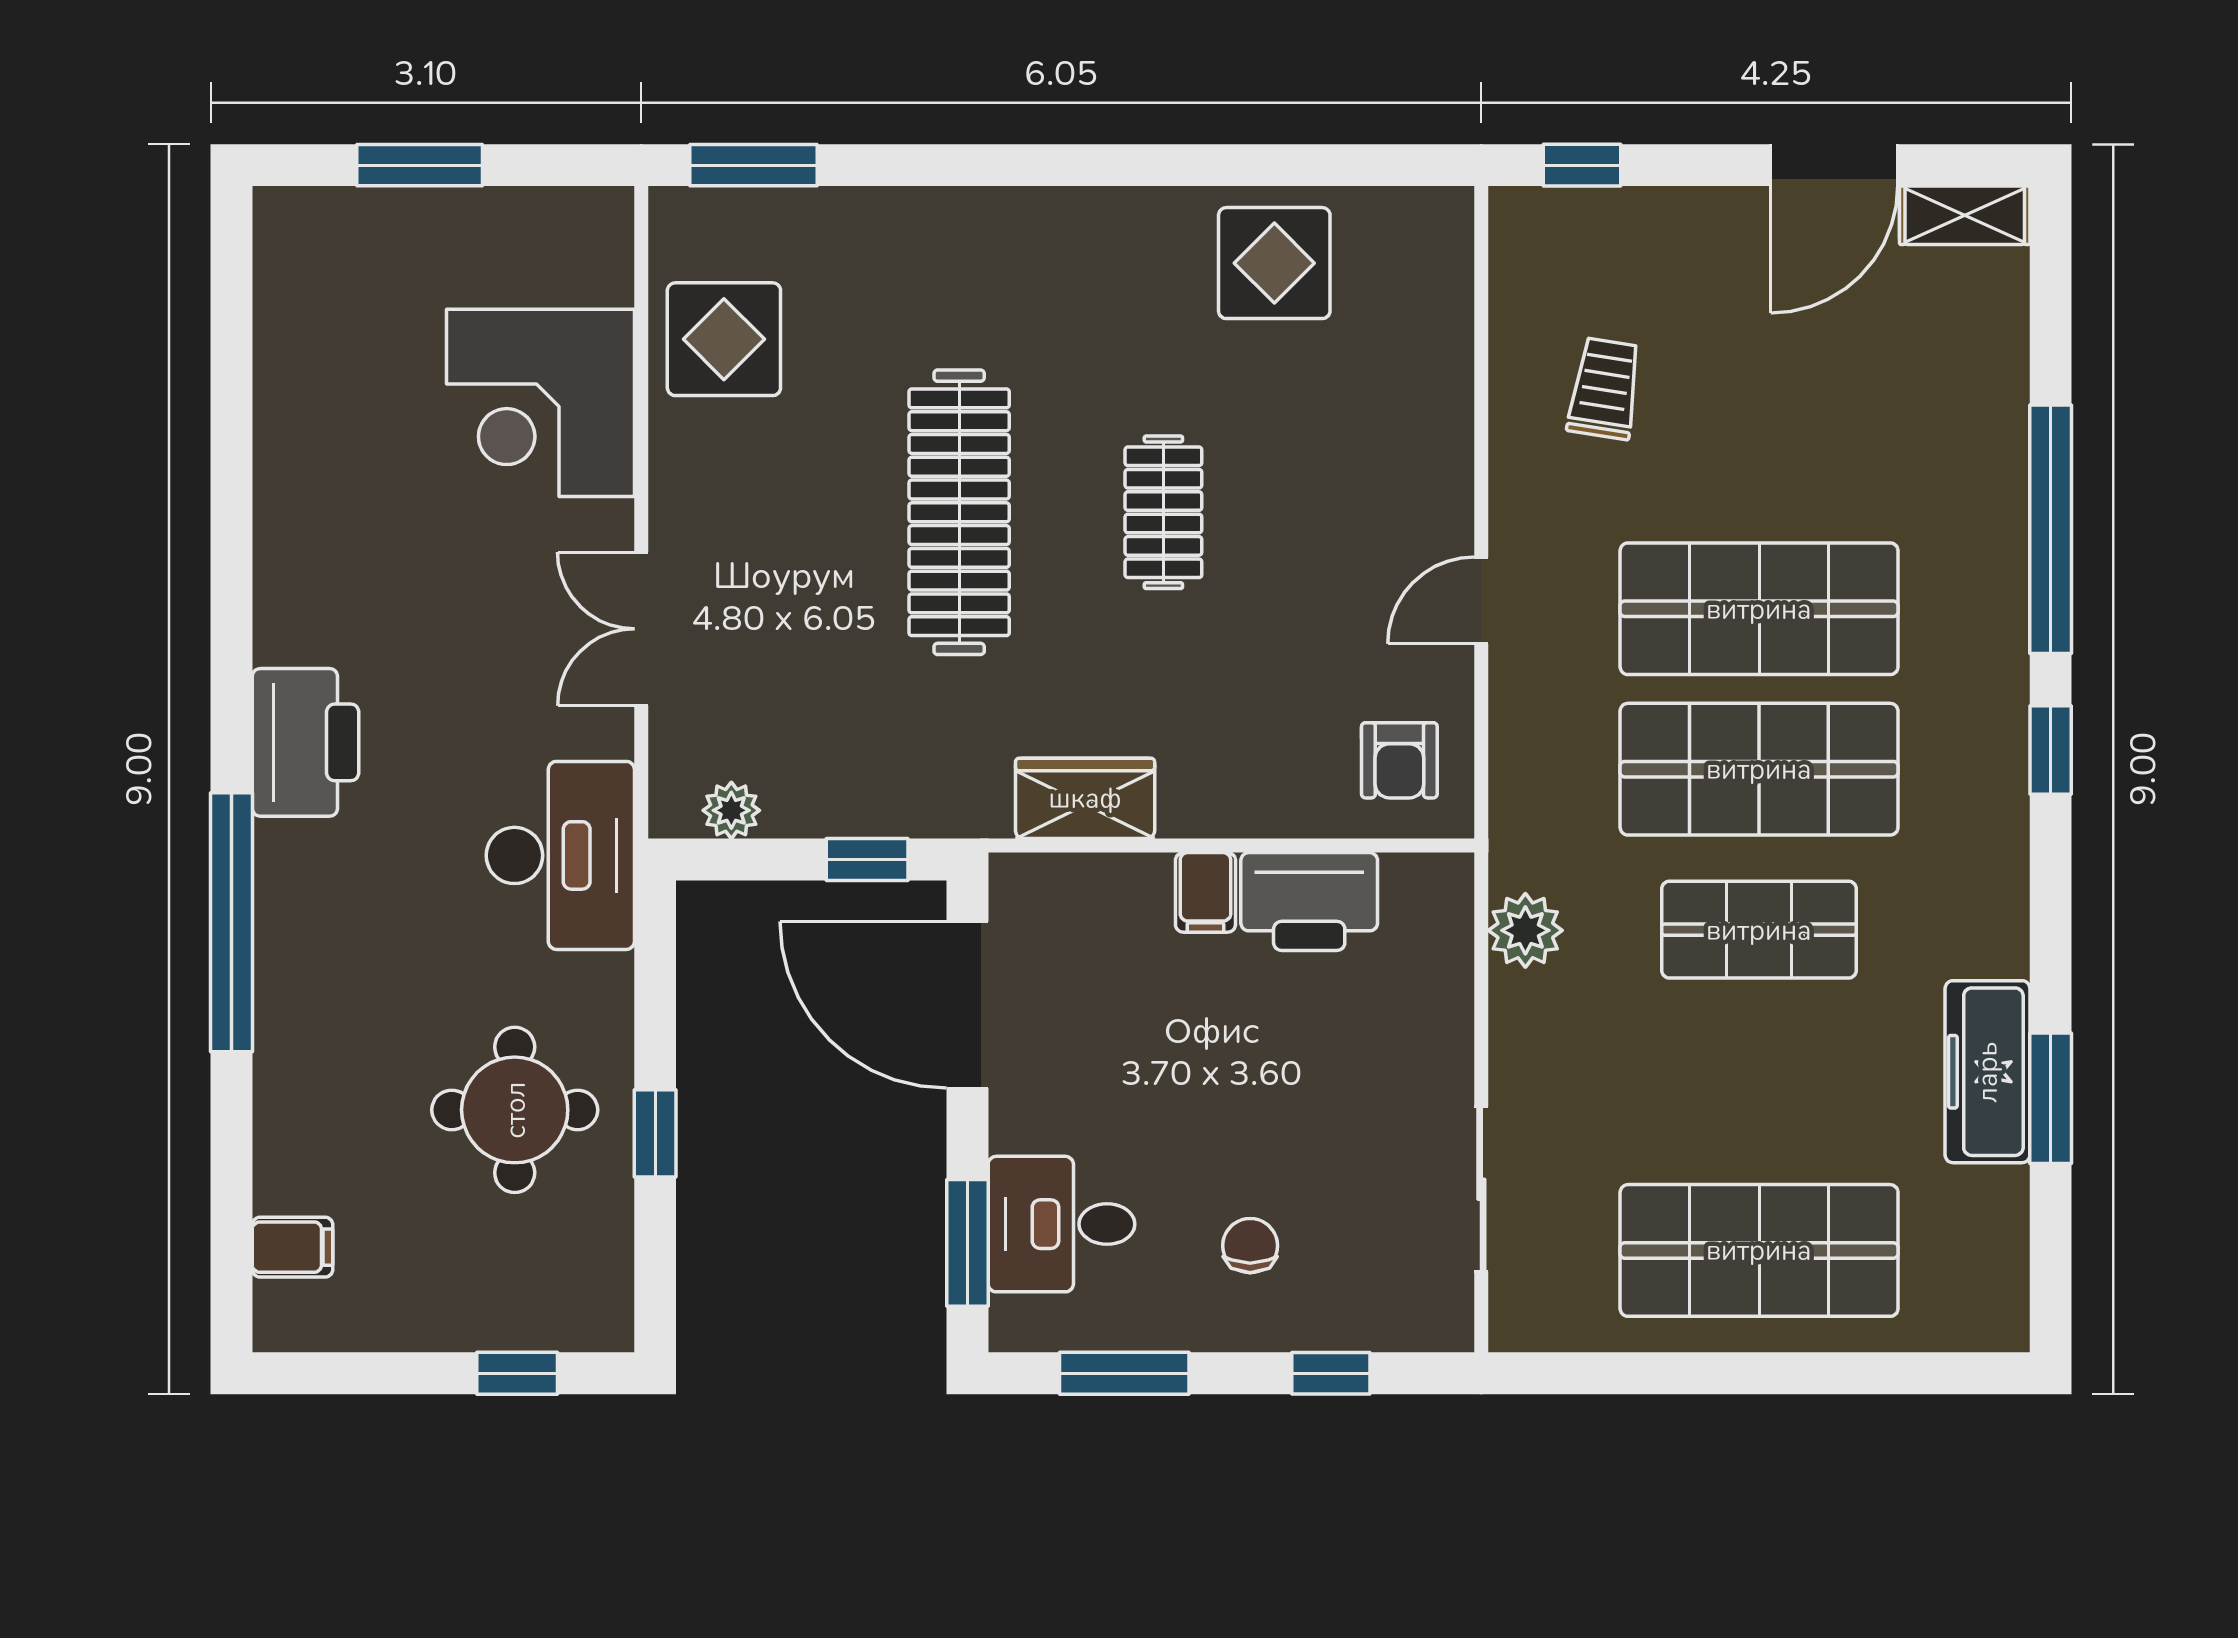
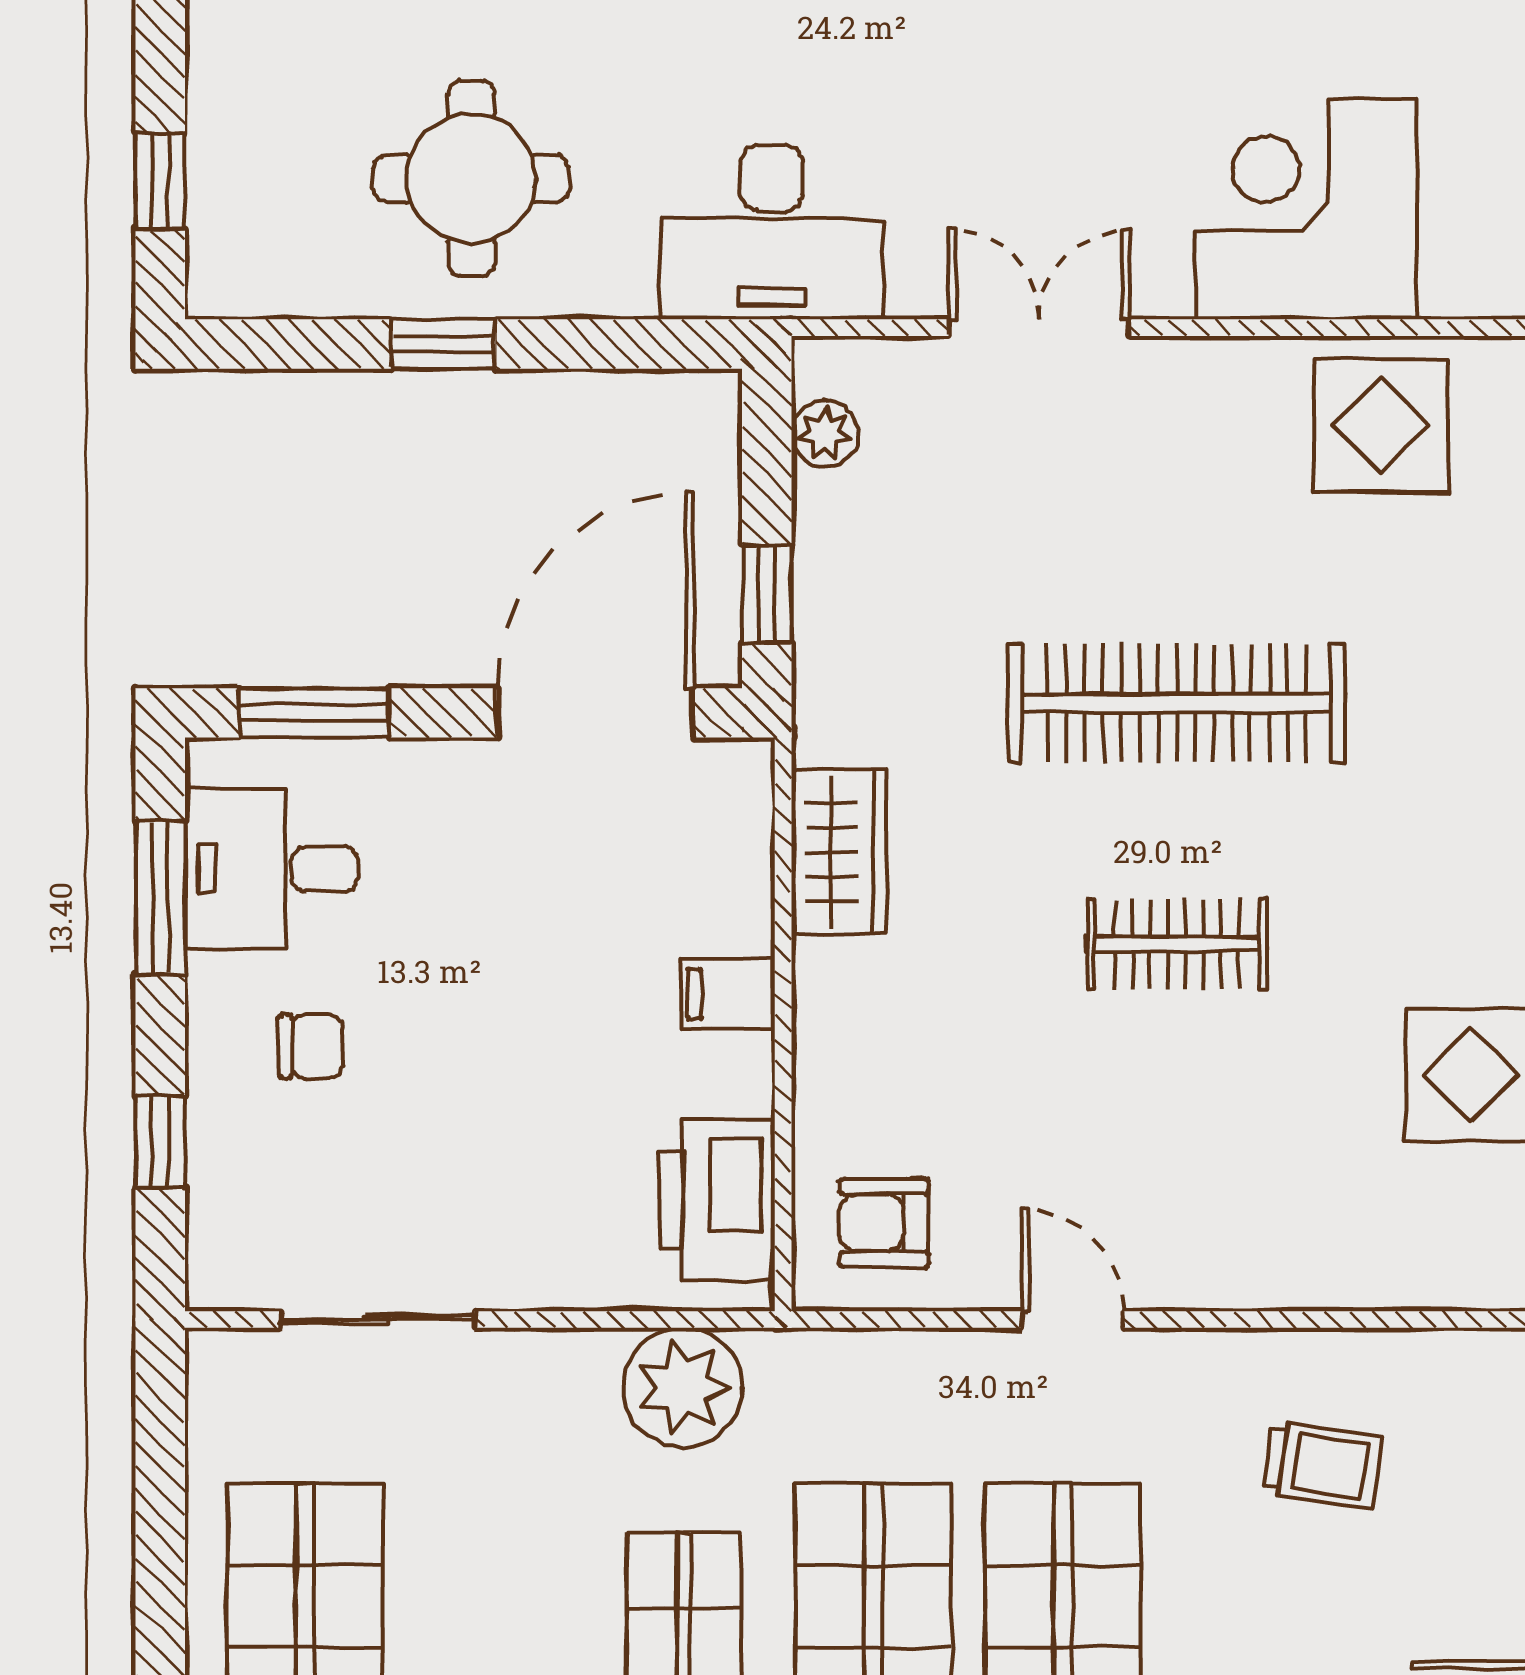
printer: (1309, 902) -> (717, 1200), moved
plant: (1525, 930) -> (683, 1387), width x1.36, depth x1.36
desk: (1062, 1224) -> (271, 869), moved, turned -90

